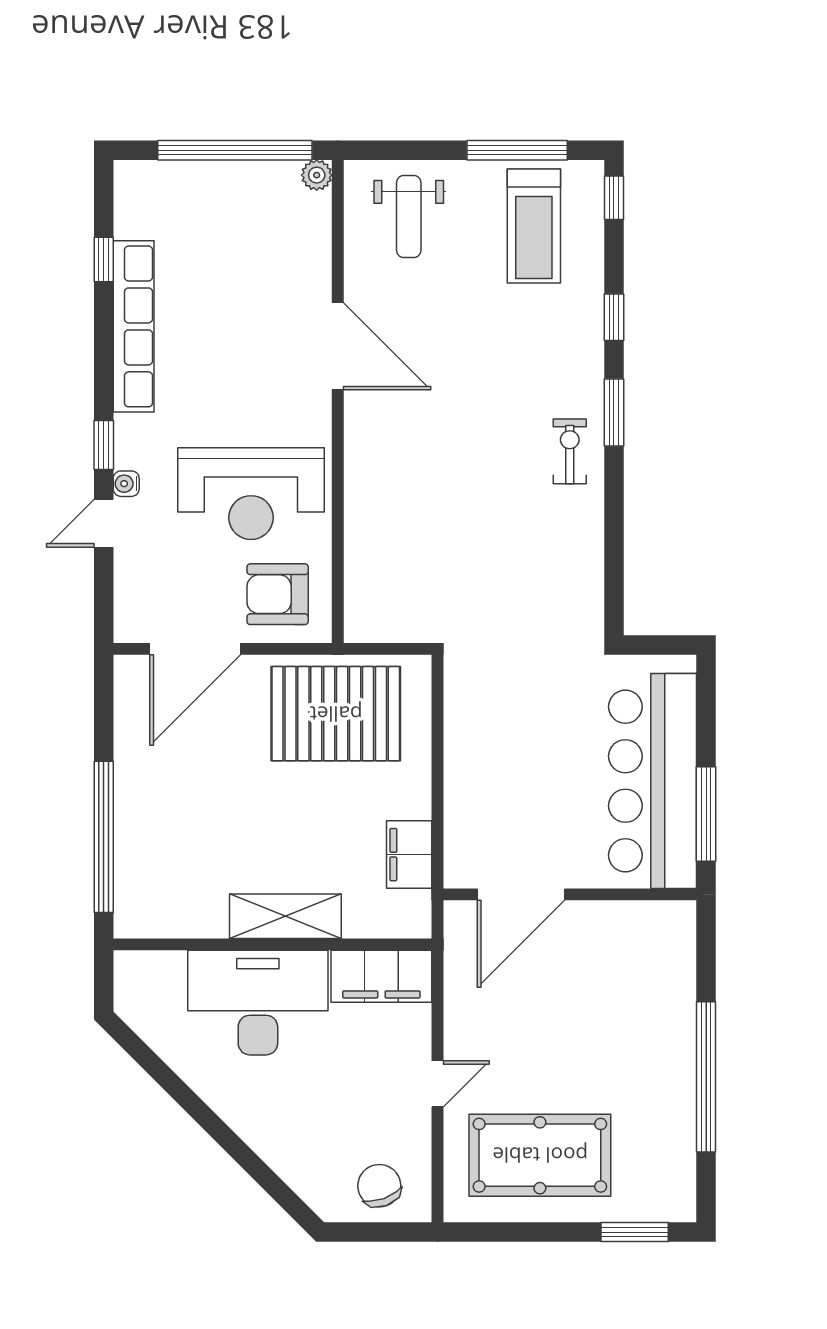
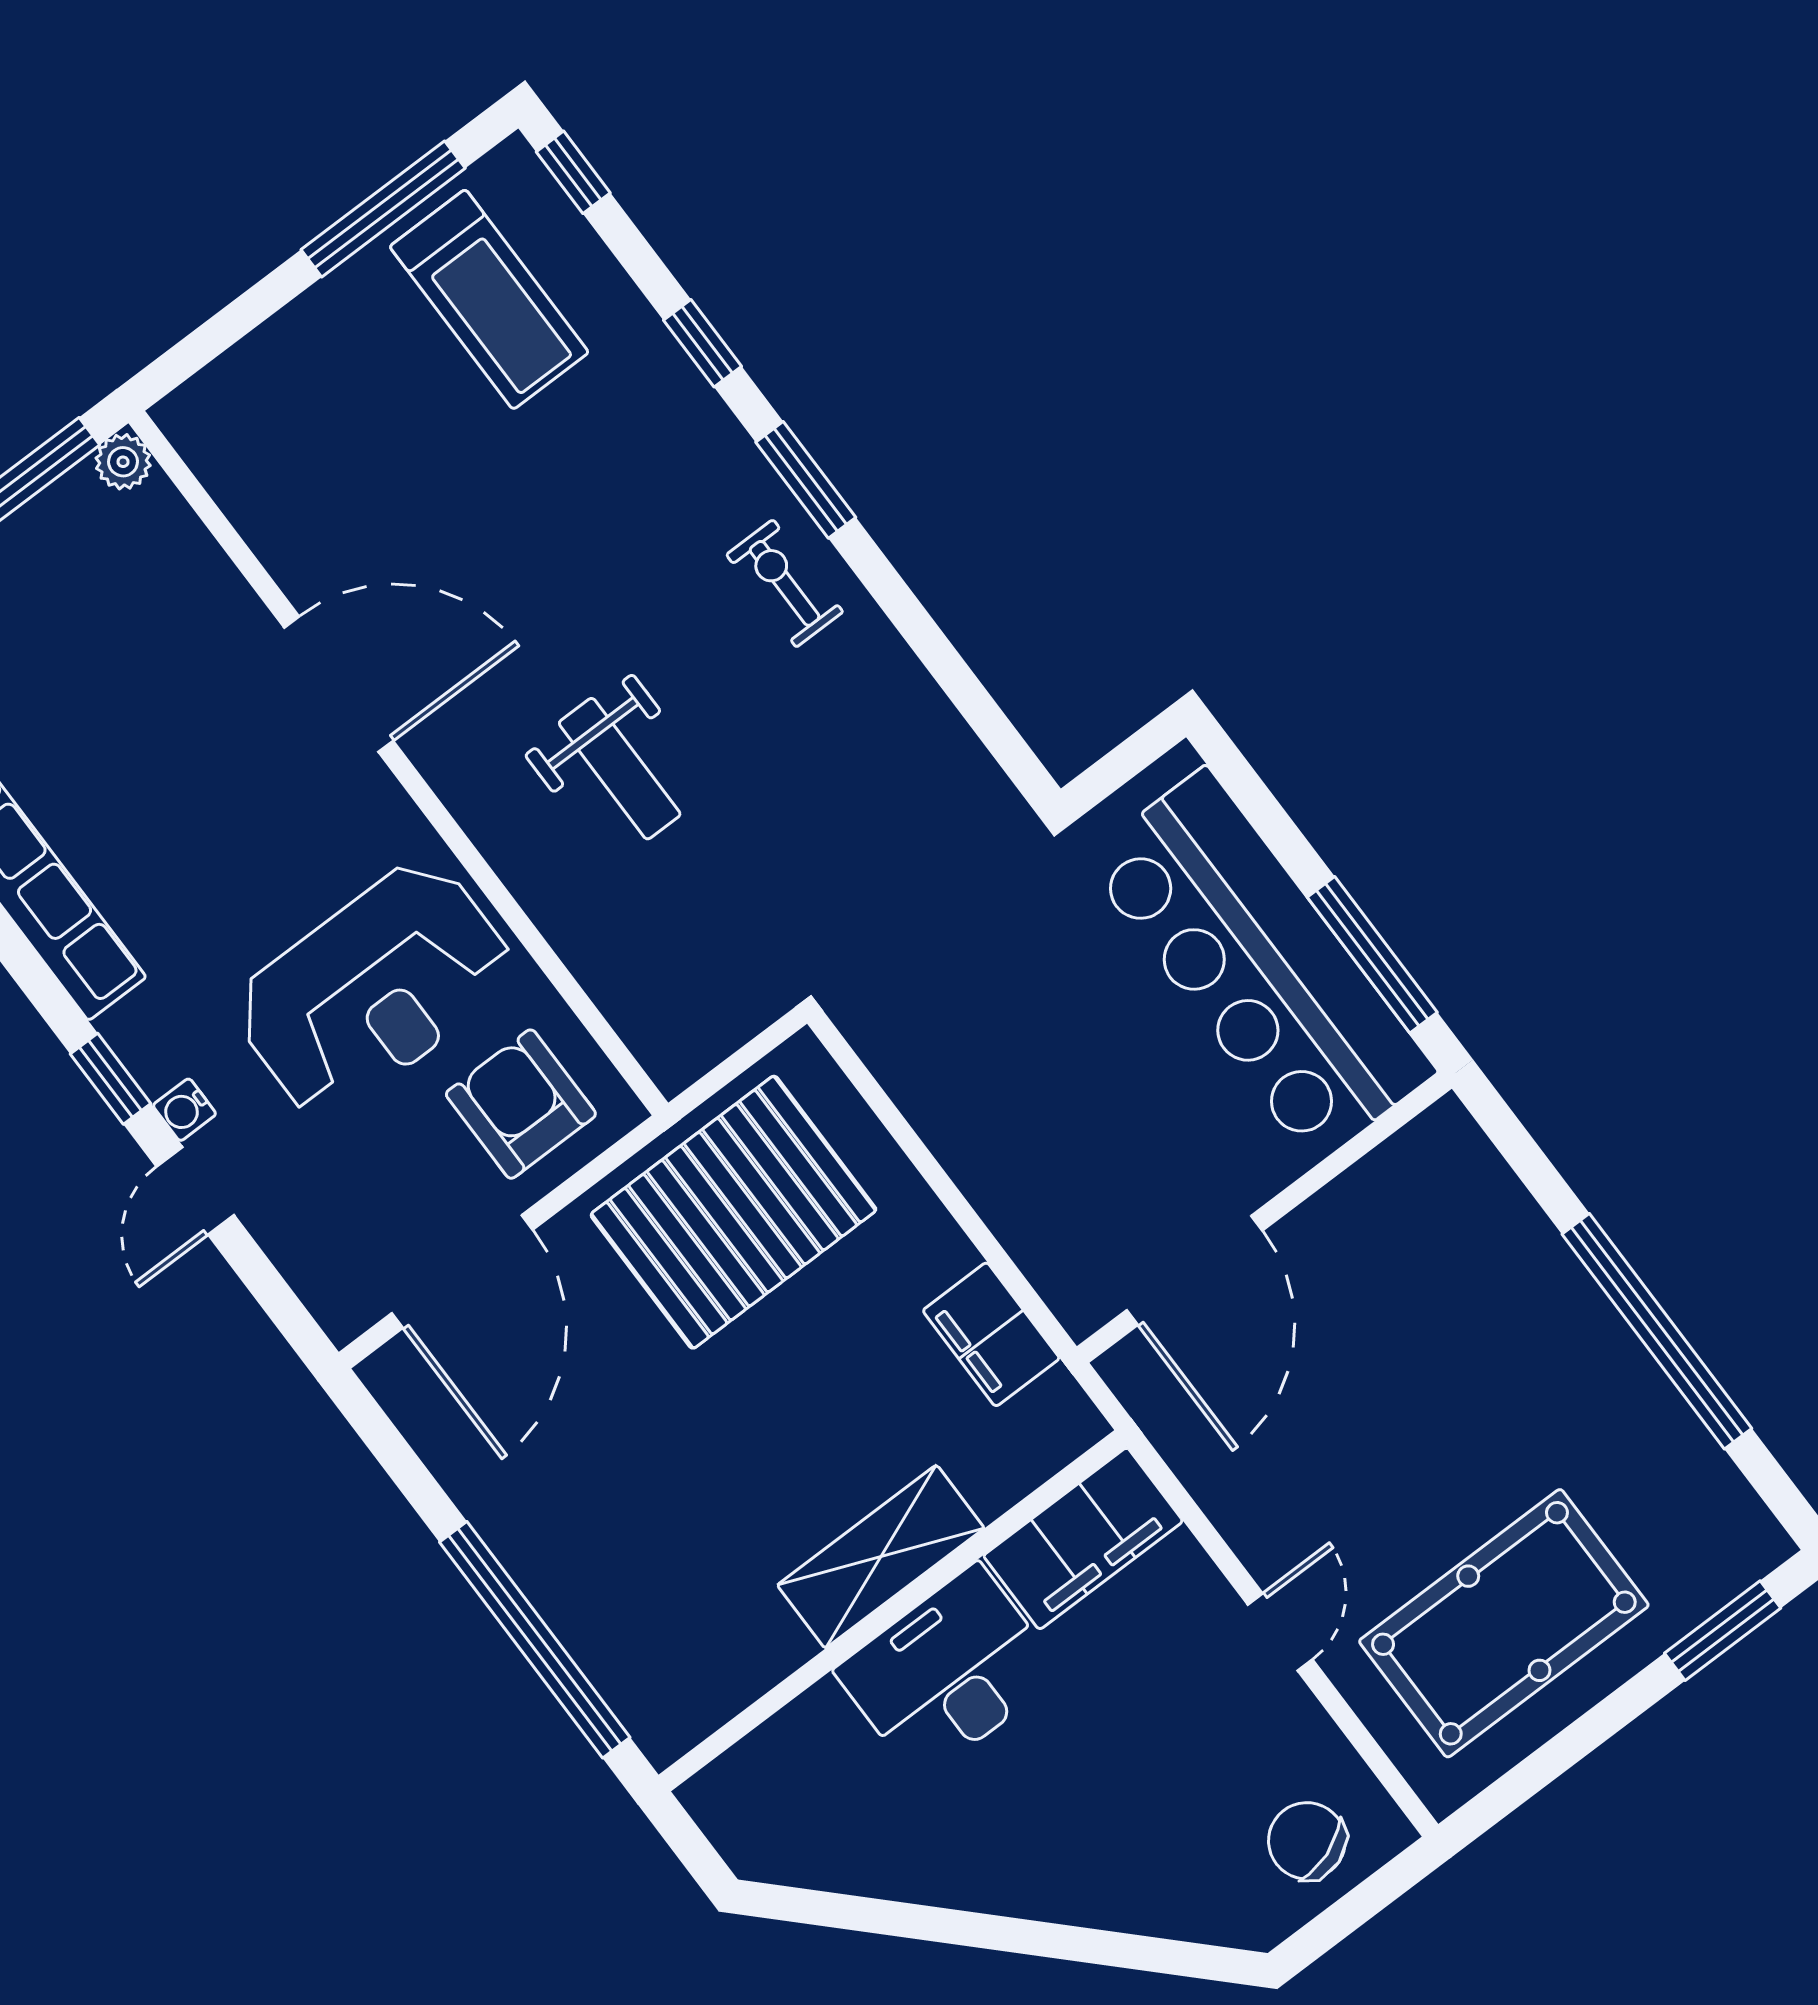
weight bench: (409, 217) -> (620, 769), moved
armchair: (278, 594) -> (521, 1104), turned 90
desk: (258, 1003) -> (949, 1672), width x0.73, depth x0.77

